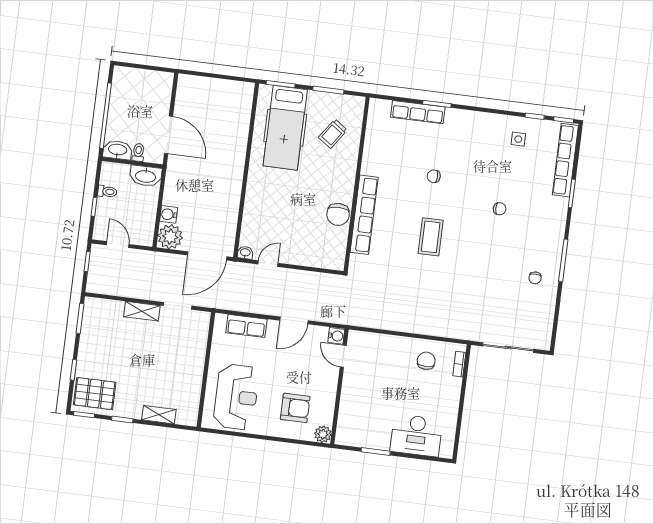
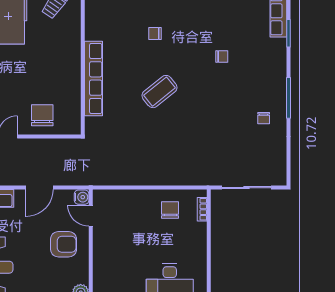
chair: (338, 214) -> (42, 115), moved, turned 180
coffee table: (431, 237) -> (159, 92), turned 51
armchair: (295, 408) -> (64, 244), moved

